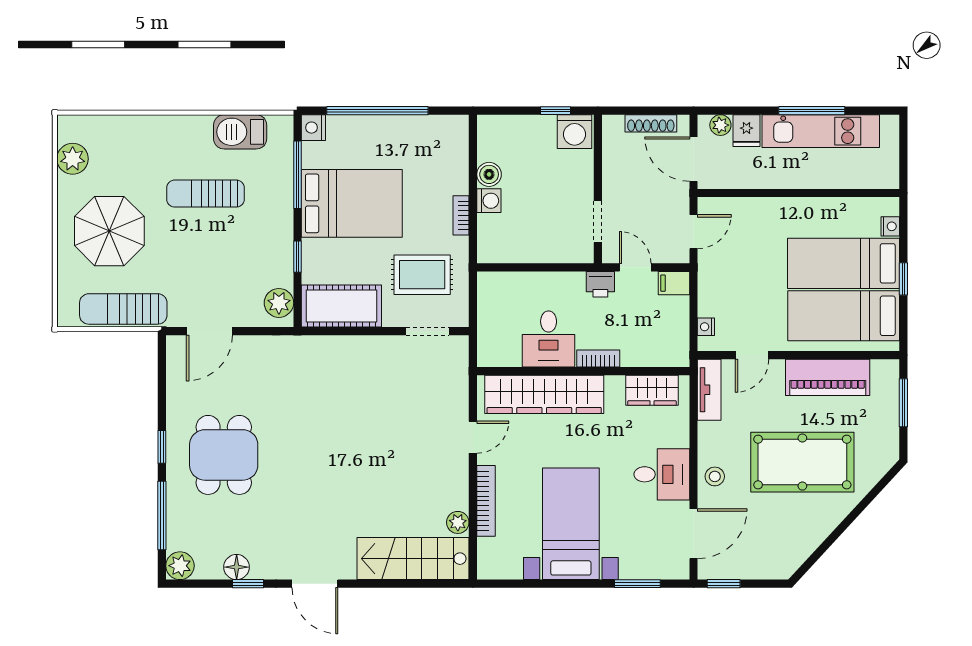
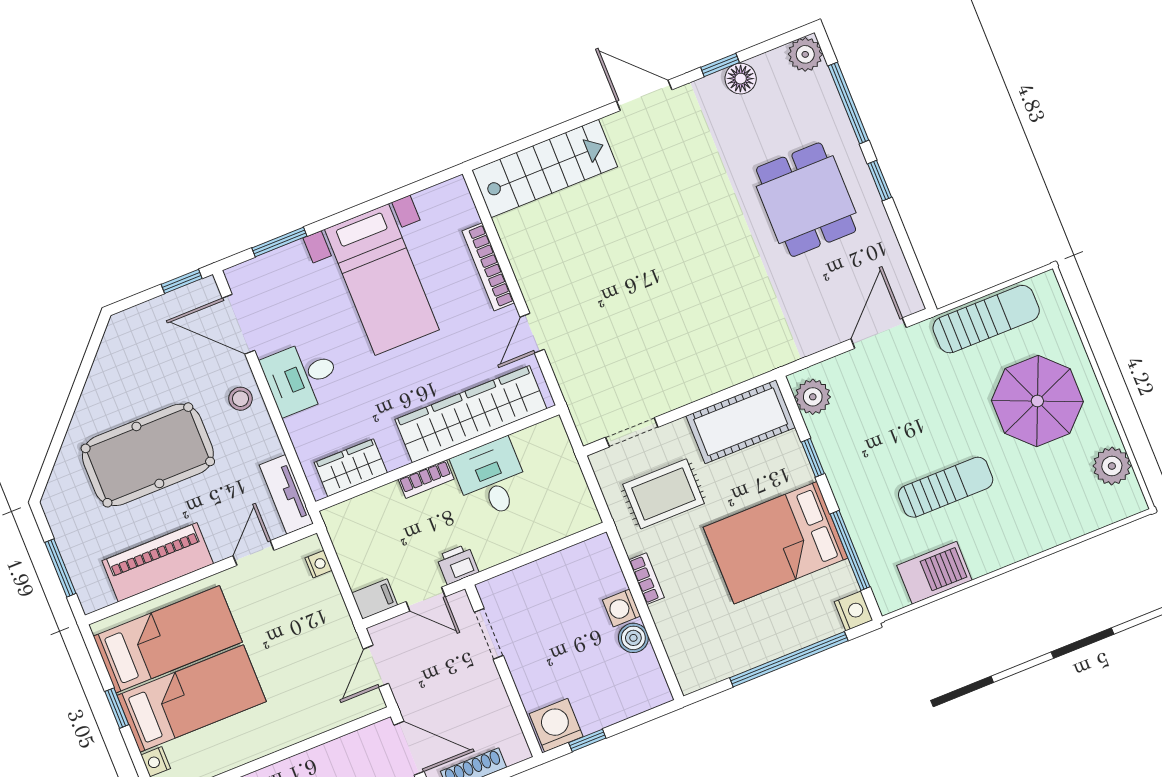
plant: (458, 522) -> (510, 230), removed
door: (694, 534) -> (238, 324), hinge flipped

